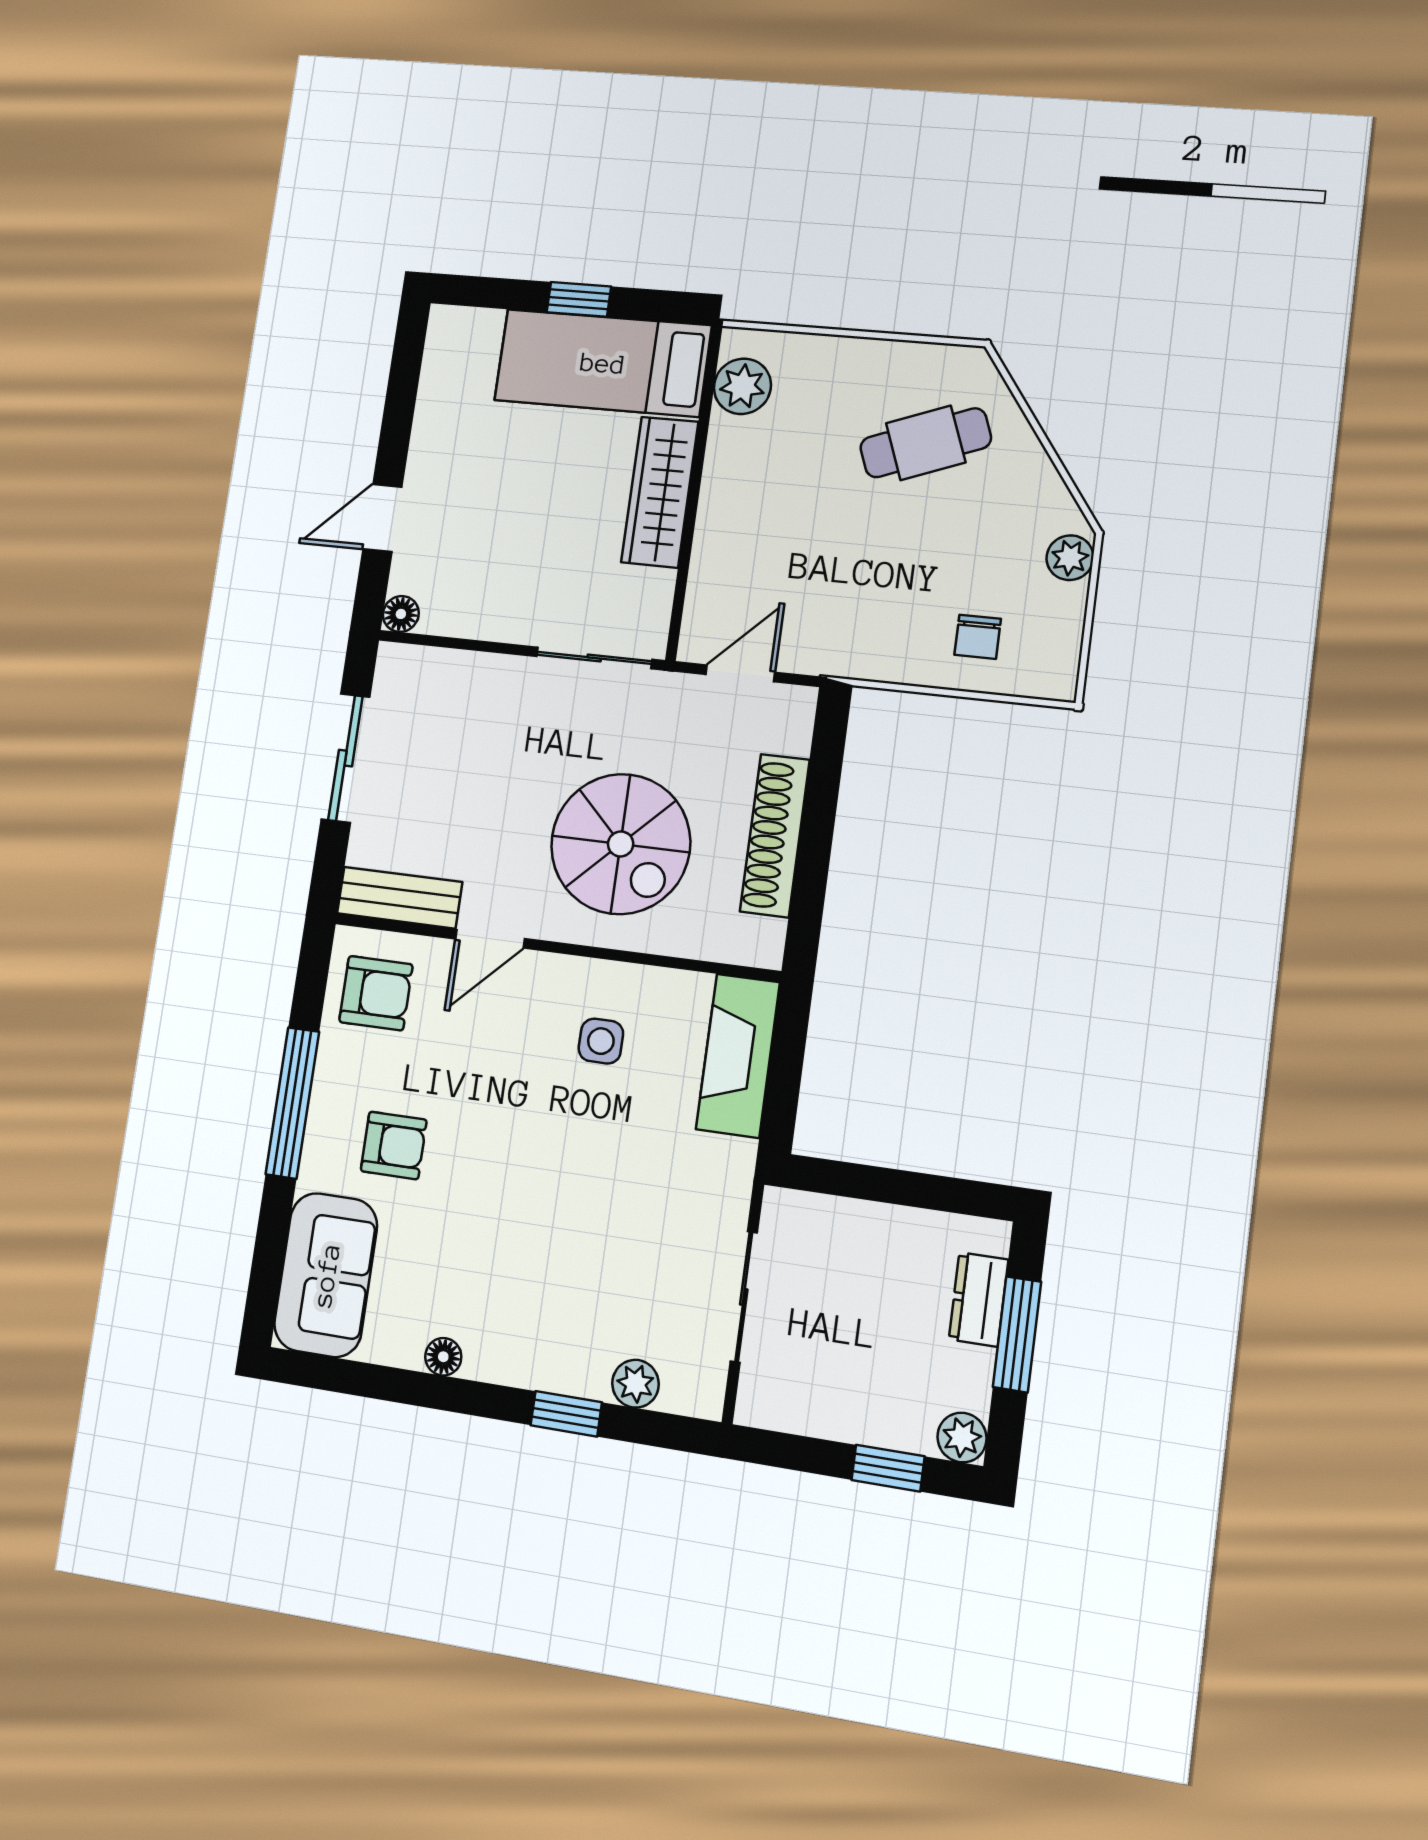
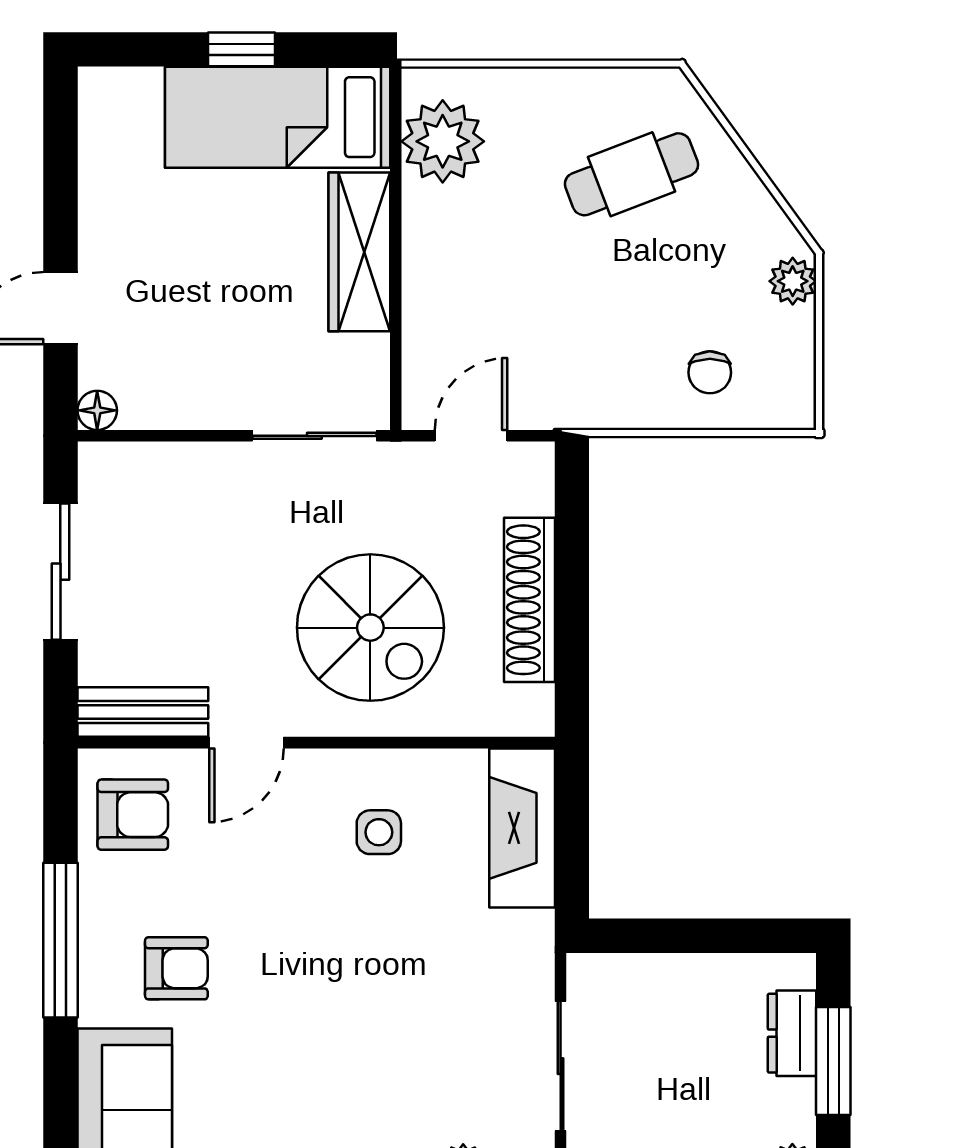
plant: (742, 386) -> (443, 141), width x1.36, depth x1.36

